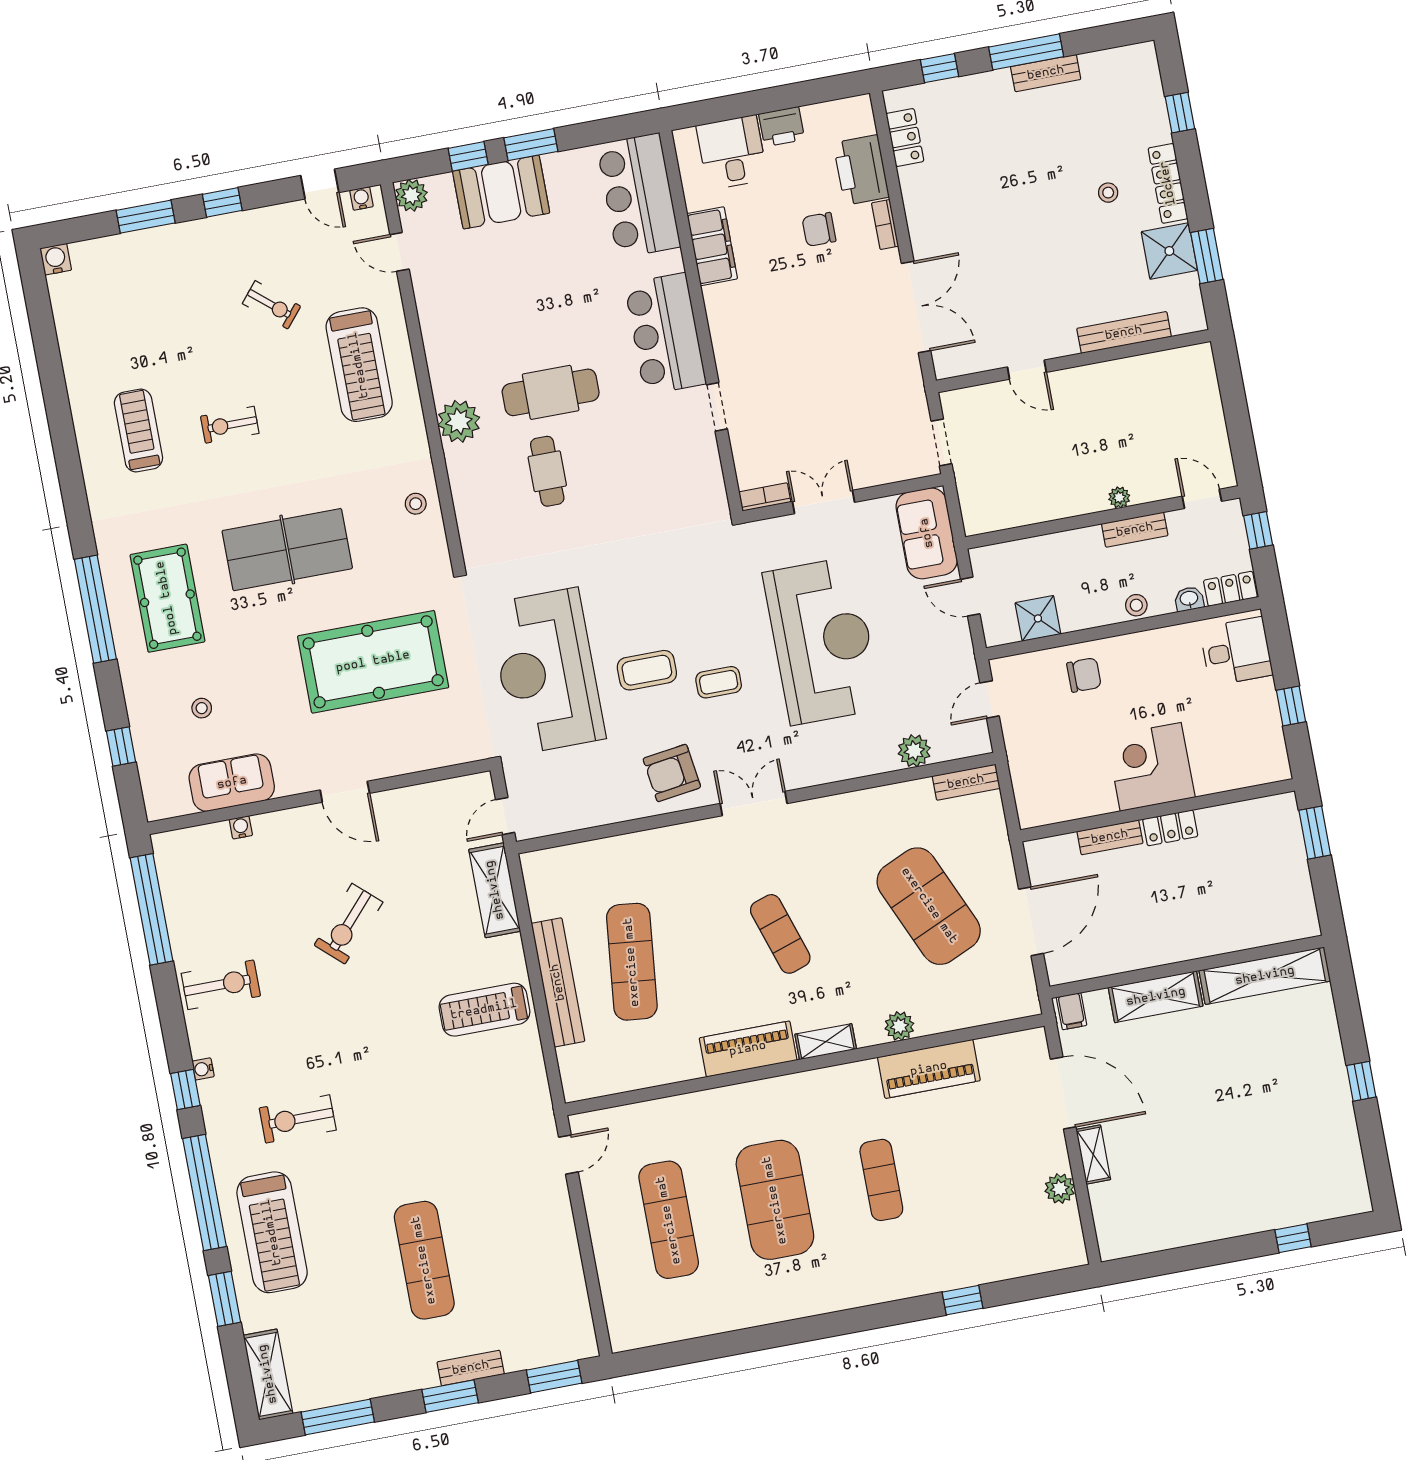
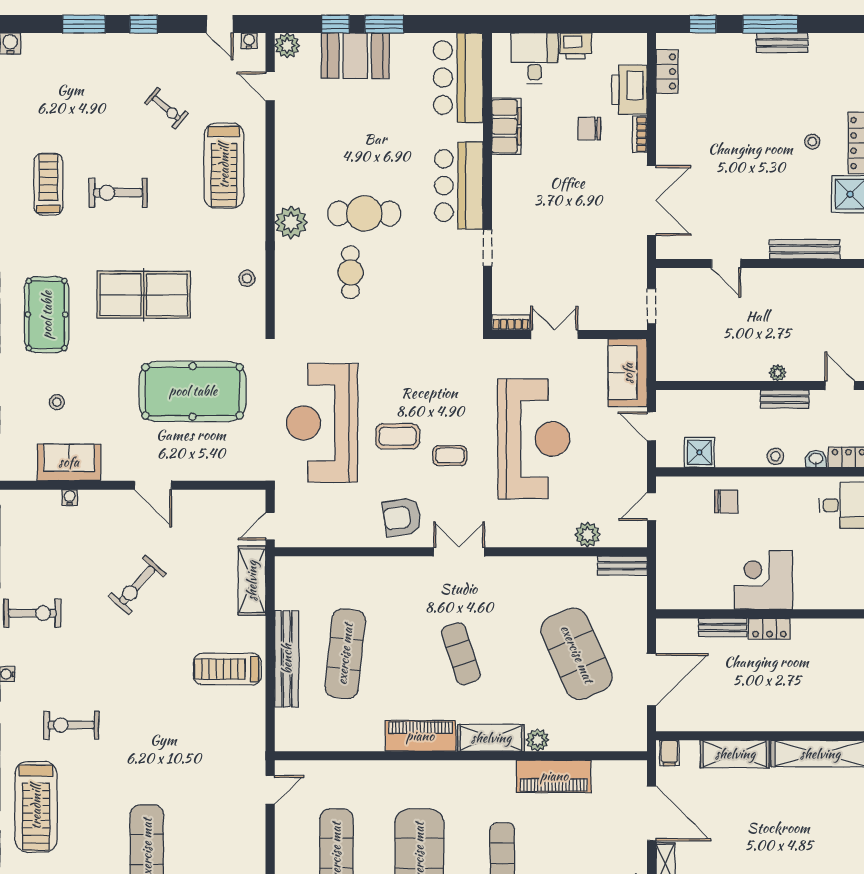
exercise bike: (230, 425) -> (118, 193), width x1.38, depth x1.39
shelving: (826, 1042) -> (491, 738), width x1.50, depth x1.33

